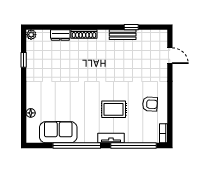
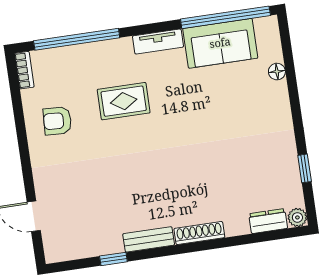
dresser: (60, 35) -> (268, 221), moved
bench: (123, 35) -> (149, 239), moved
tv unit: (111, 138) -> (158, 41), moved
window: (77, 145) -> (225, 17), moved

